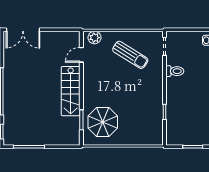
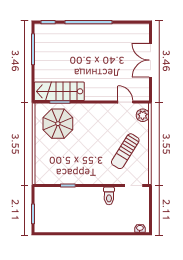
double door: (23, 30) -> (151, 60), moved
stairs: (71, 91) -> (59, 91), moved

